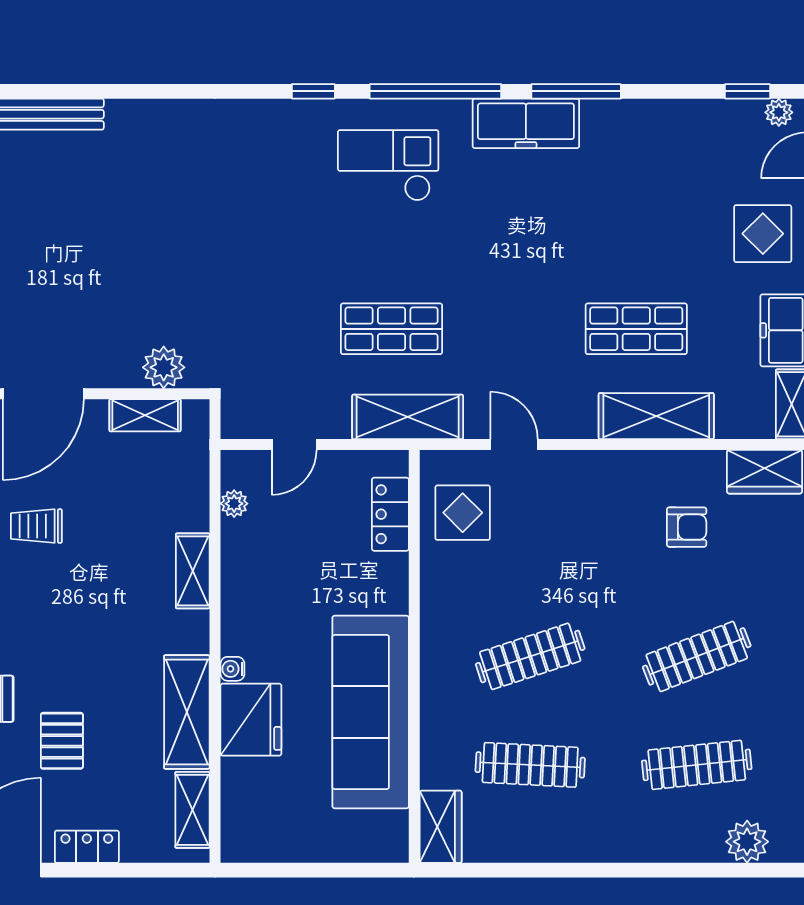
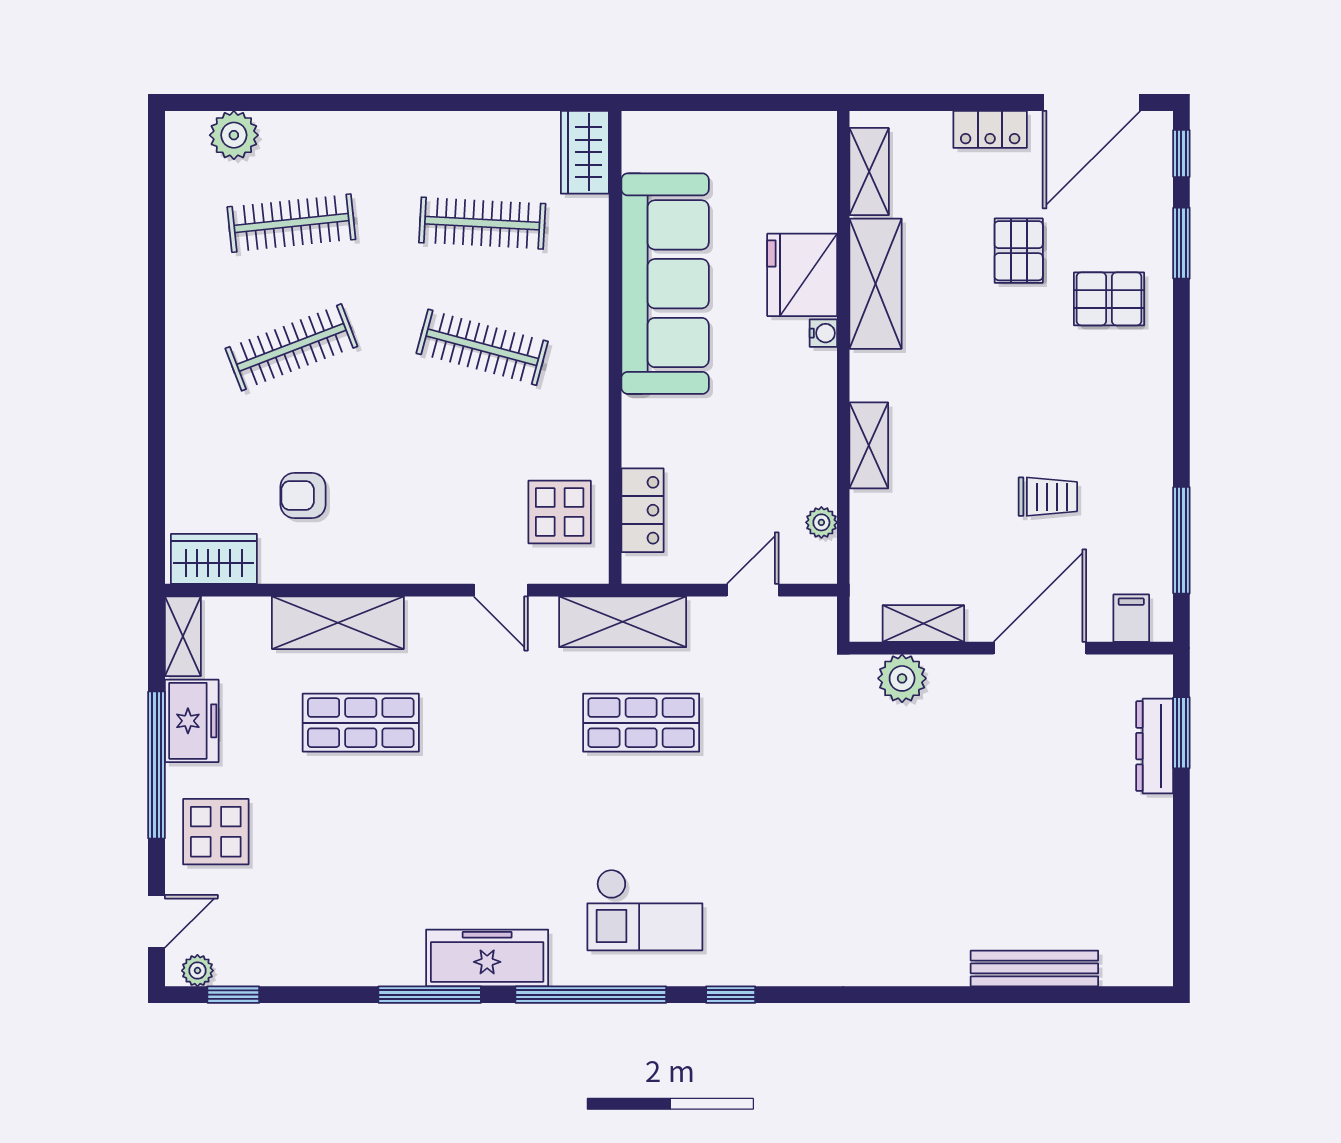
clothes rail: (530, 656) -> (482, 347), turned 33

